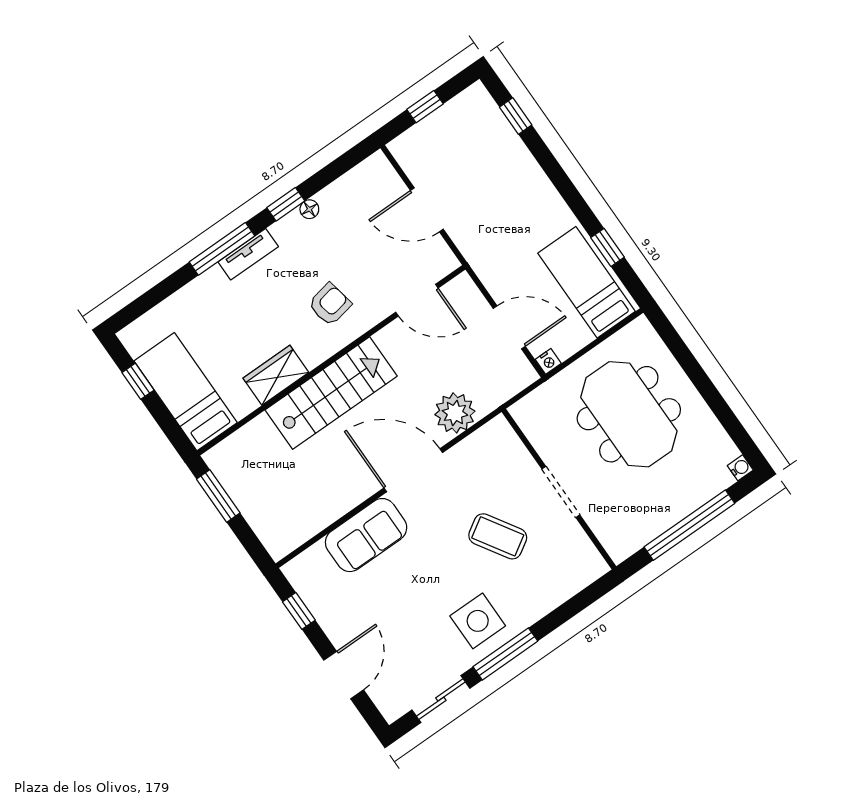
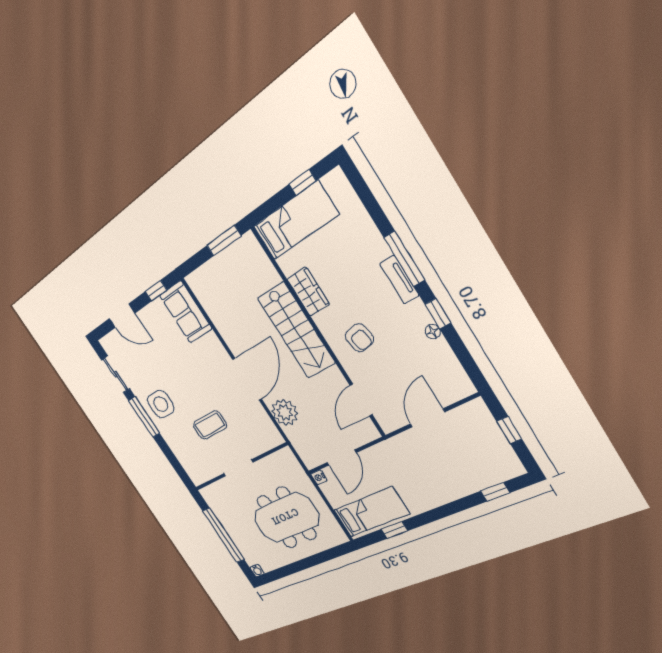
sofa: (366, 535) -> (186, 312), moved
coffee table: (498, 536) -> (210, 425), turned 32

